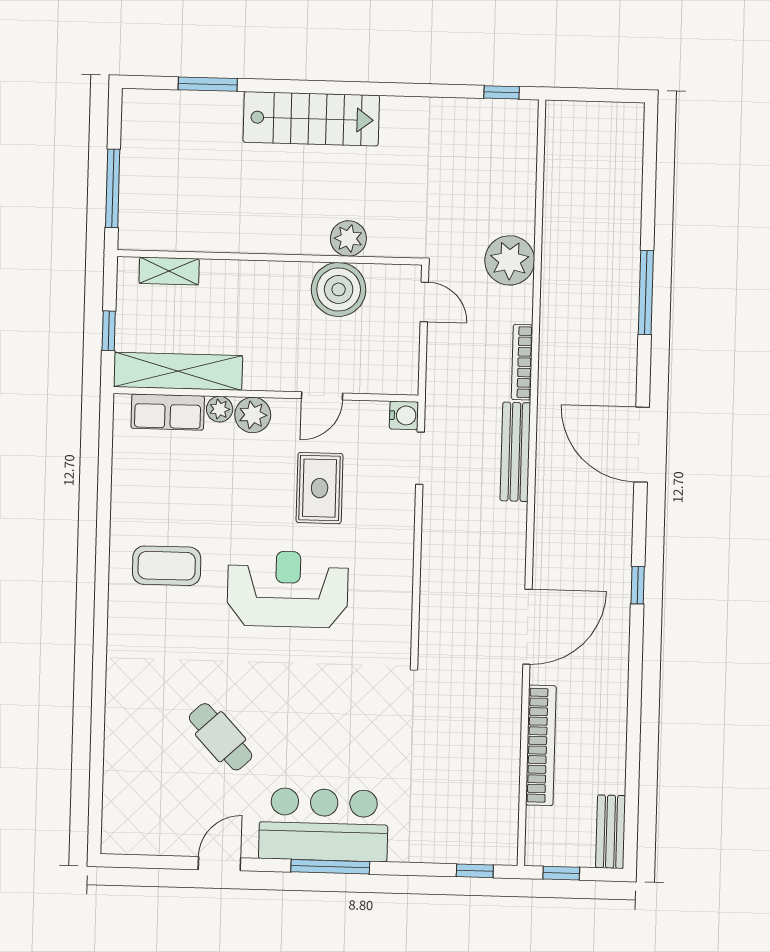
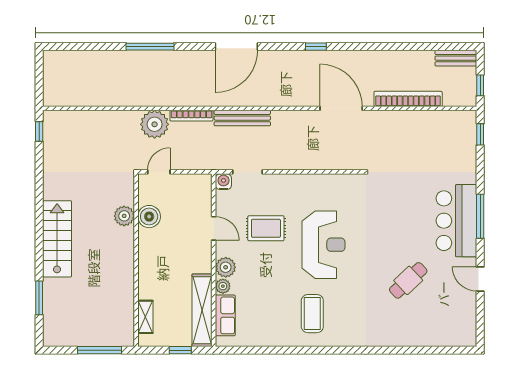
plant: (510, 260) -> (155, 124), moved
boiler: (339, 289) -> (149, 217), width x0.73, depth x0.73
reception desk: (288, 589) -> (324, 245), turned 180

